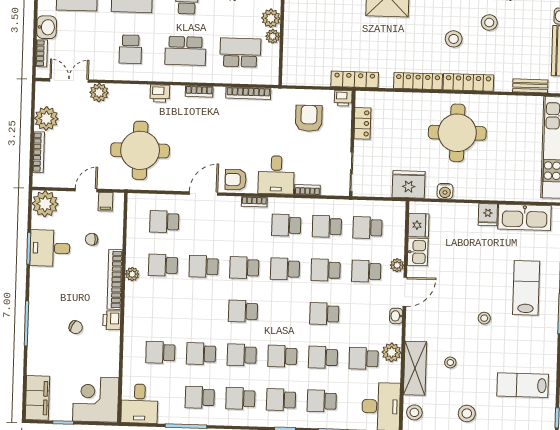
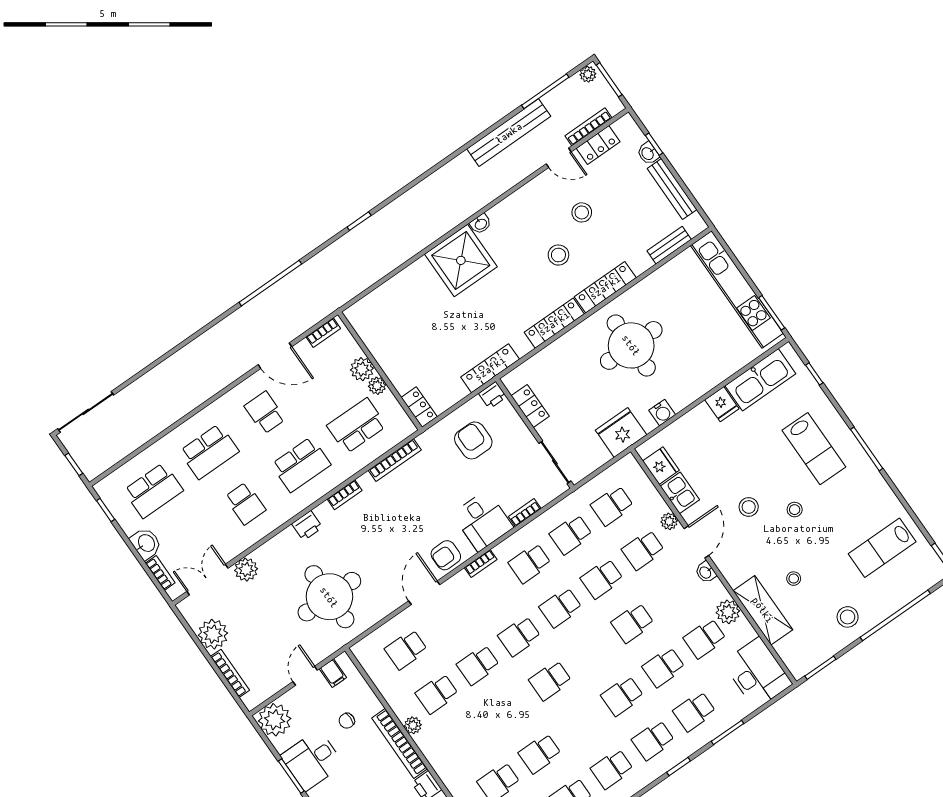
locker: (290, 70) -> (419, 407), added
lab bench: (526, 288) -> (814, 449), turned 180
school desk: (242, 355) -> (581, 725), removed
stool: (414, 412) -> (749, 507), moved

